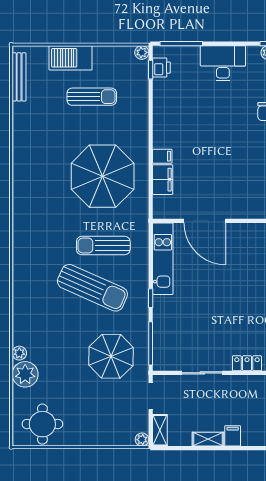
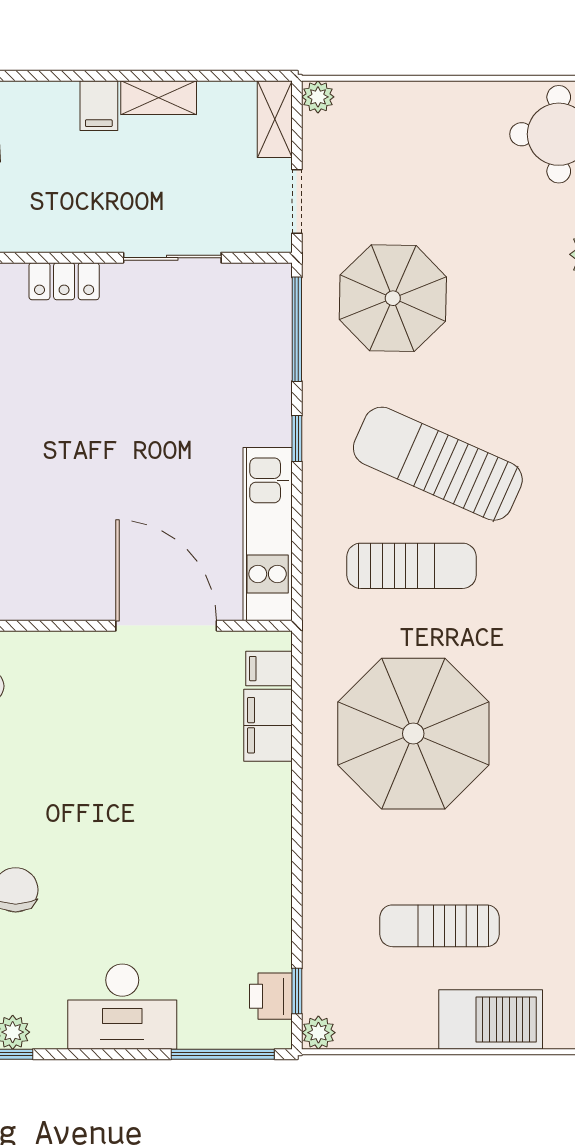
filing cabinet: (162, 156) -> (269, 669), moved

